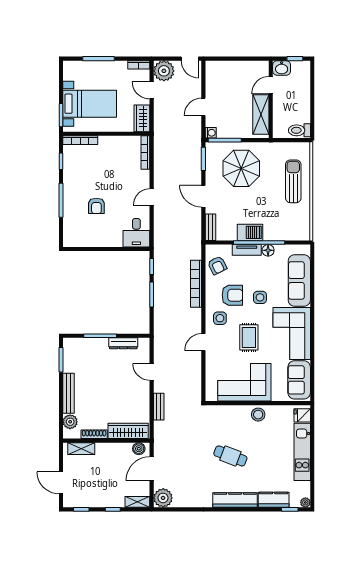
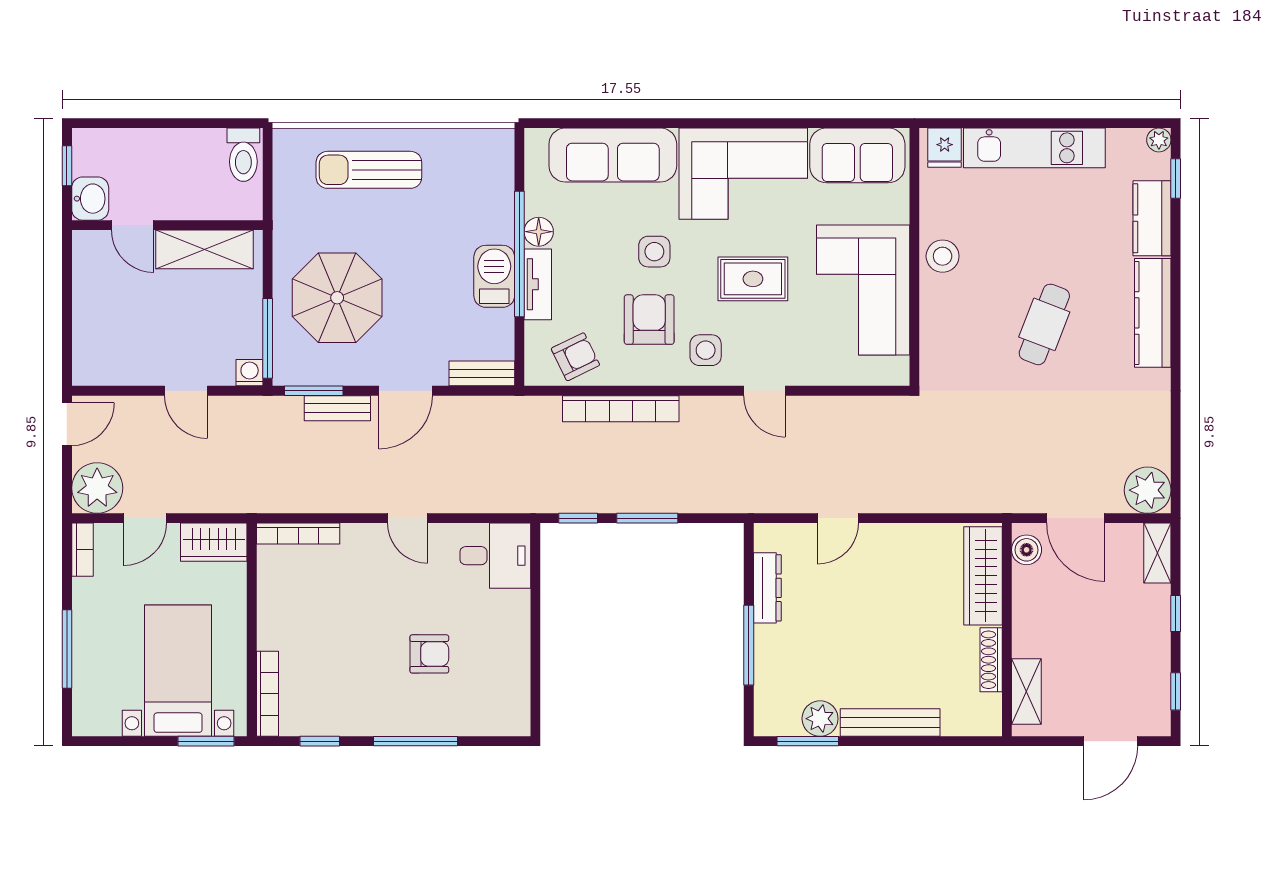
bench: (159, 407) -> (337, 408), moved
plant: (70, 422) -> (820, 719), moved

